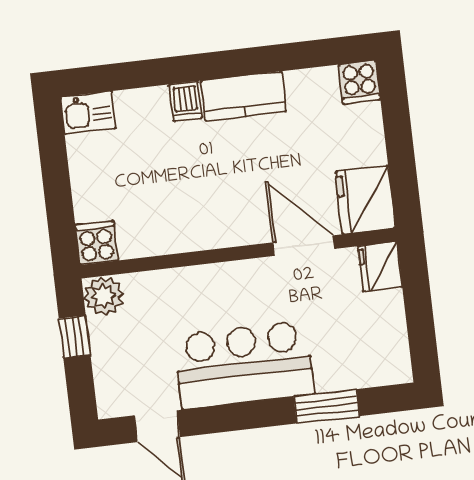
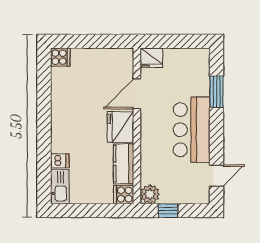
kitchen counter: (243, 96) -> (124, 164), moved, turned 180
dishwasher: (186, 101) -> (60, 161), moved
kitchen sink: (88, 113) -> (60, 187), width x1.38
fridge: (365, 200) -> (120, 127), moved, turned 90

